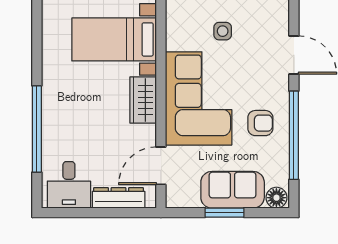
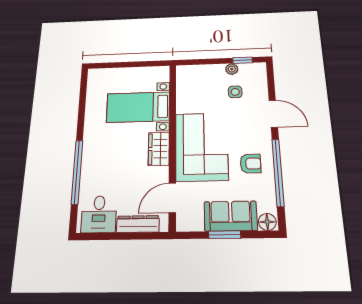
side table: (223, 31) -> (235, 92), moved

